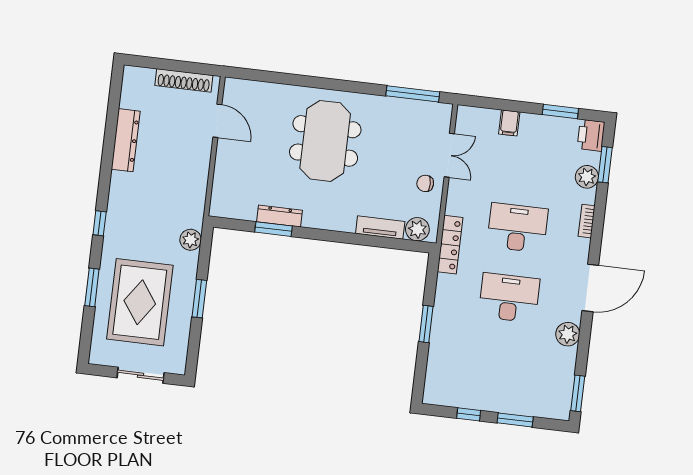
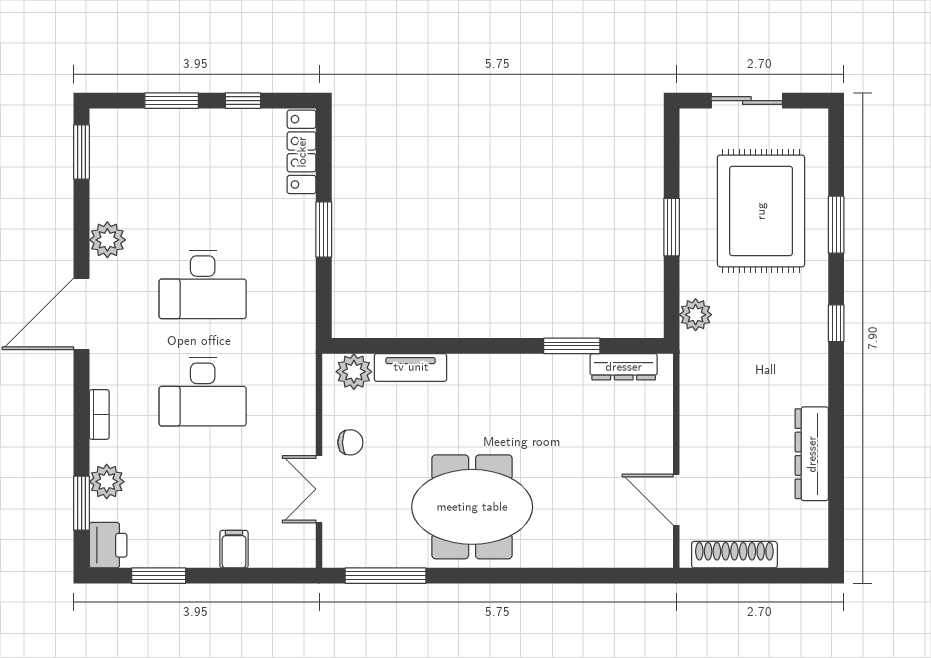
meeting table: (325, 141) -> (472, 507), moved, turned 90
dresser: (279, 216) -> (624, 367), moved
locker: (450, 245) -> (302, 152), moved

